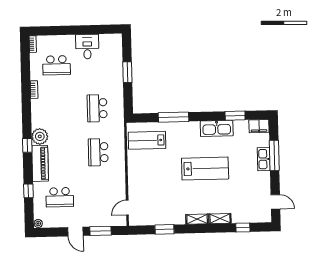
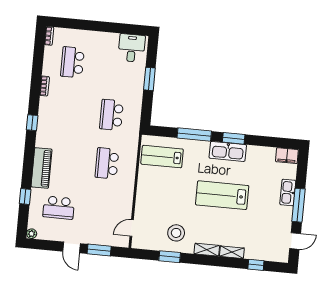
desk: (87, 47) -> (132, 48), moved
school desk: (56, 65) -> (72, 62), turned 90
window: (235, 116) -> (234, 138), moved
kitchen sink: (217, 128) -> (228, 151), moved
plant: (40, 136) -> (45, 138), removed
window: (27, 145) -> (32, 123), moved
window: (274, 155) -> (298, 205), moved
lab bench: (205, 169) -> (222, 195), turned 180
door: (275, 202) -> (295, 241), hinge flipped
stool: (168, 207) -> (176, 233), added

